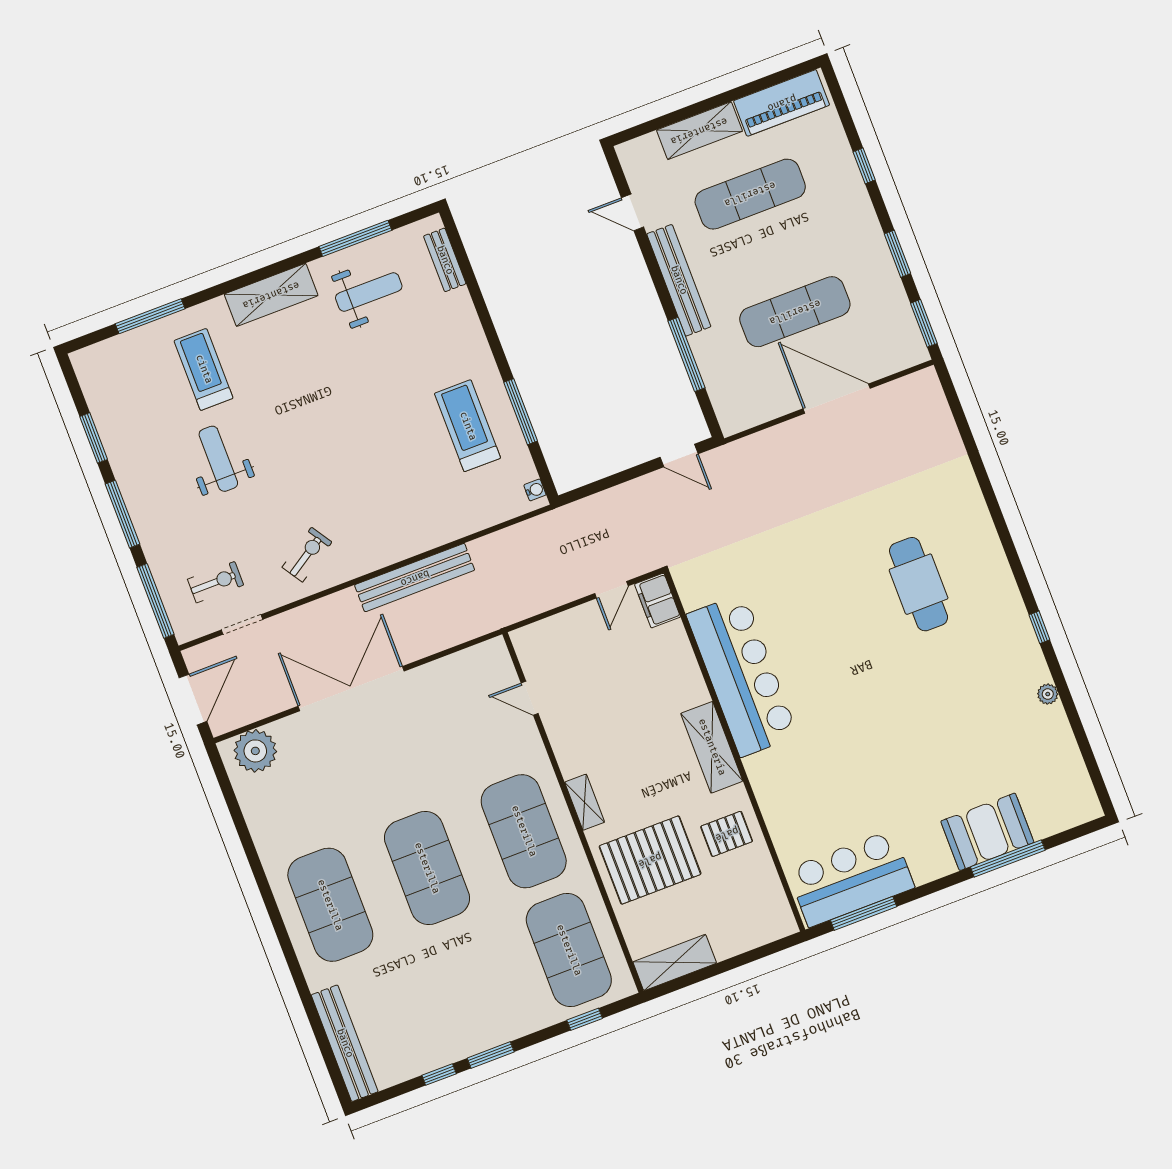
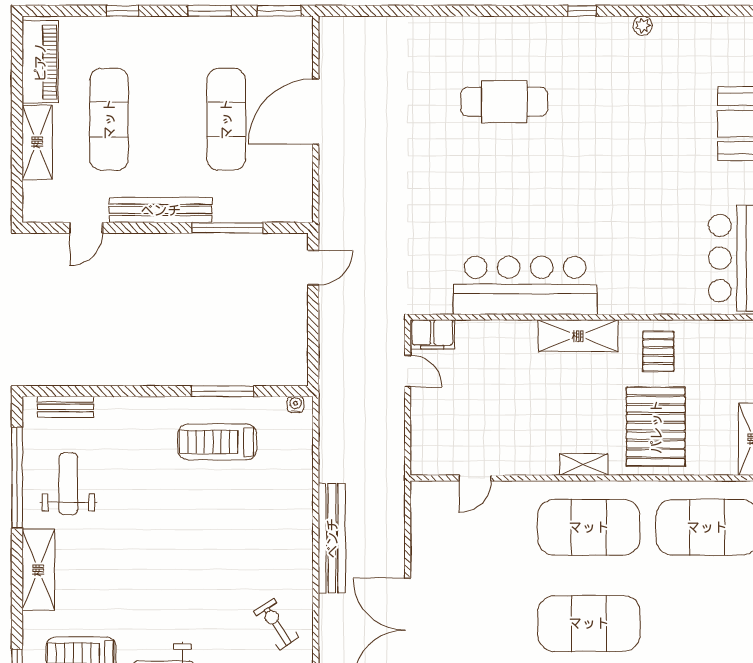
window: (355, 238) -> (17, 478), width x1.46

